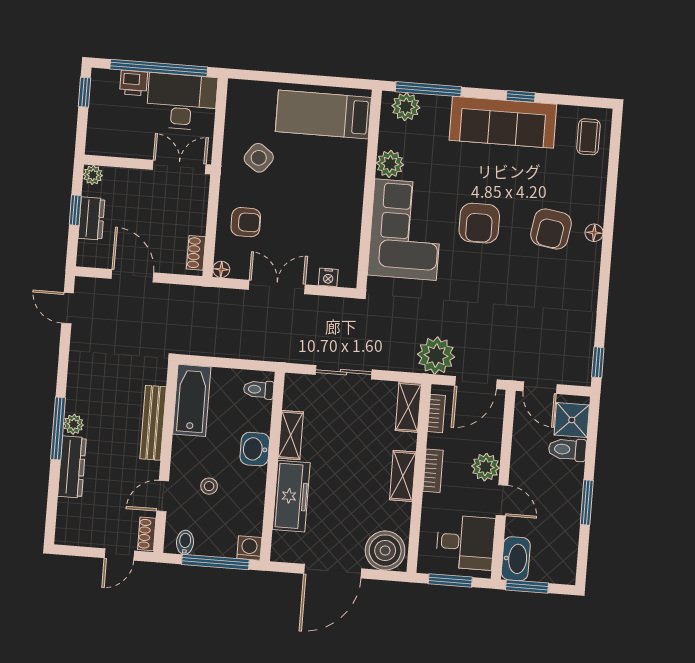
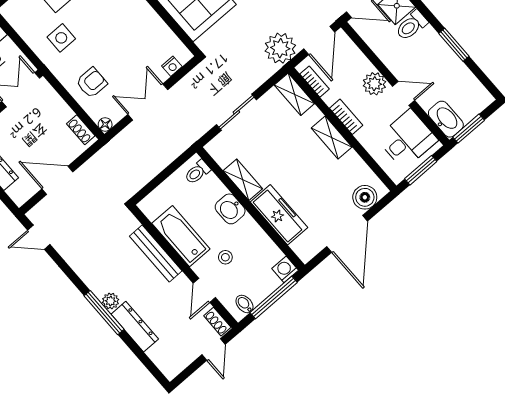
side table: (259, 158) -> (61, 38), turned -36
bathtub: (192, 400) -> (181, 236), moved
boiler: (385, 551) -> (365, 197), width x0.73, depth x0.73

